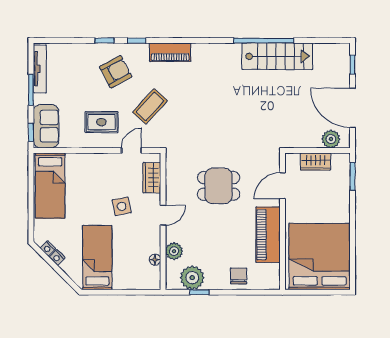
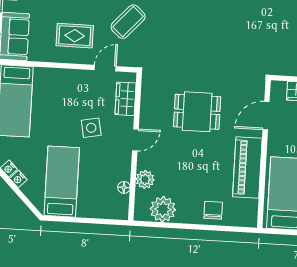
window: (199, 292) -> (170, 225), removed

